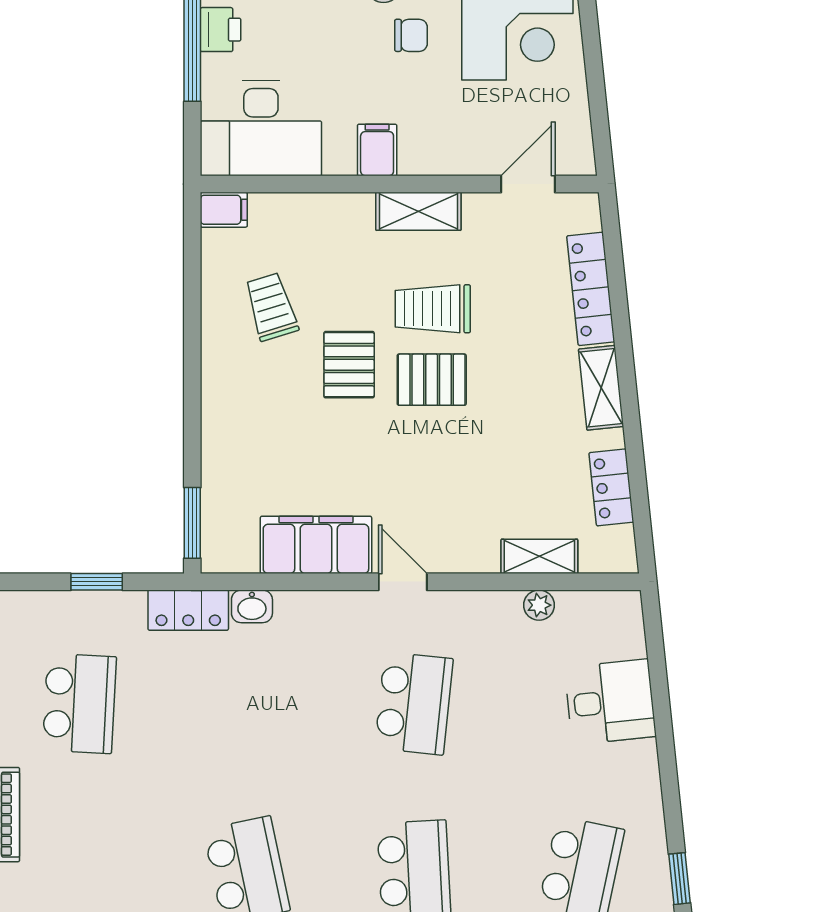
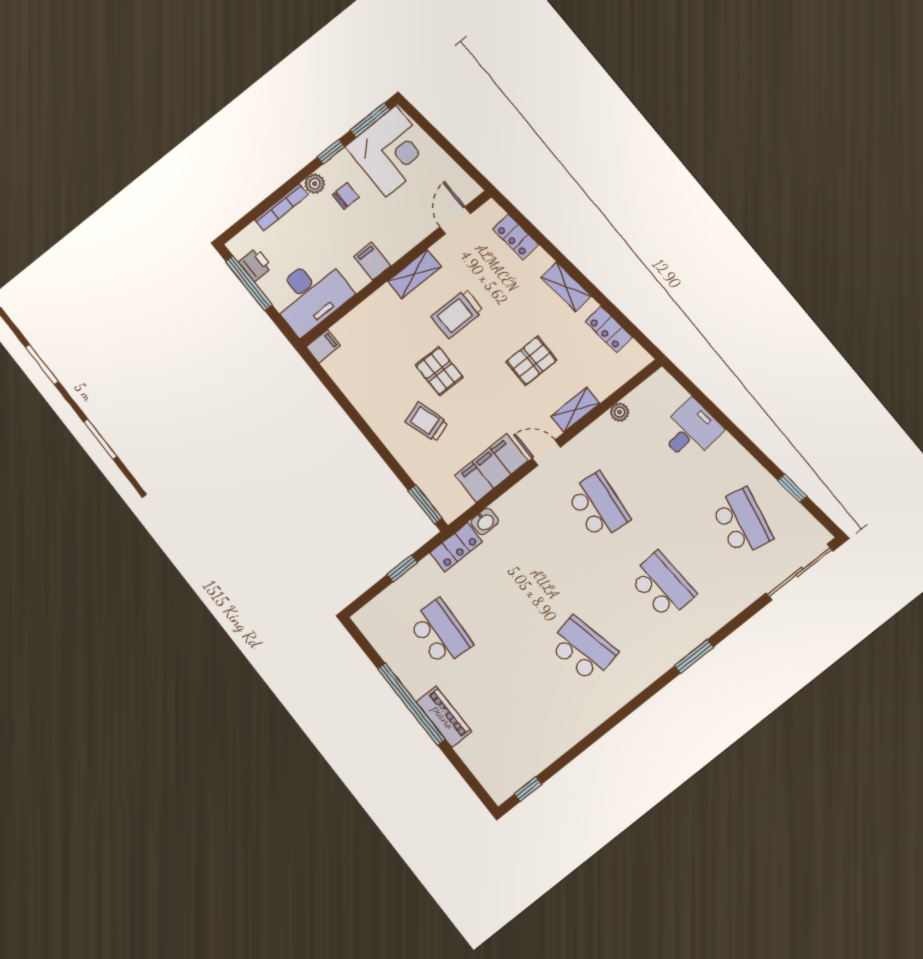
locker: (591, 289) -> (516, 237), width x0.66
trolley: (271, 307) -> (427, 422), moved
pallet: (432, 380) -> (531, 361), moved
shelving: (539, 556) -> (575, 410), moved

